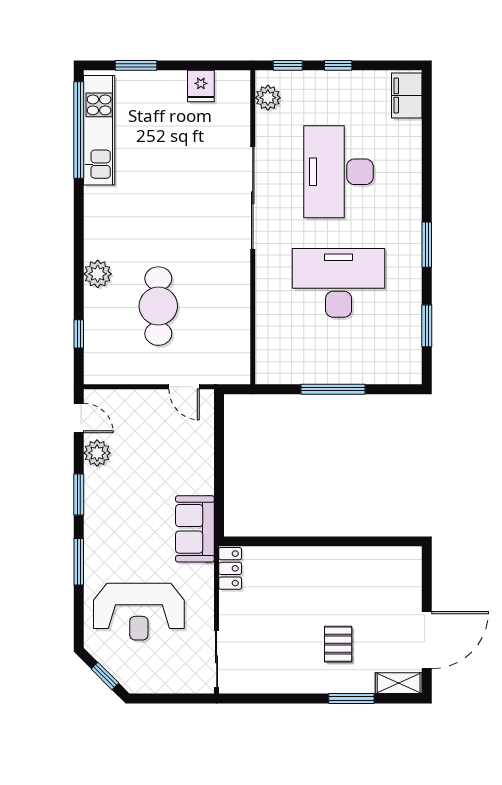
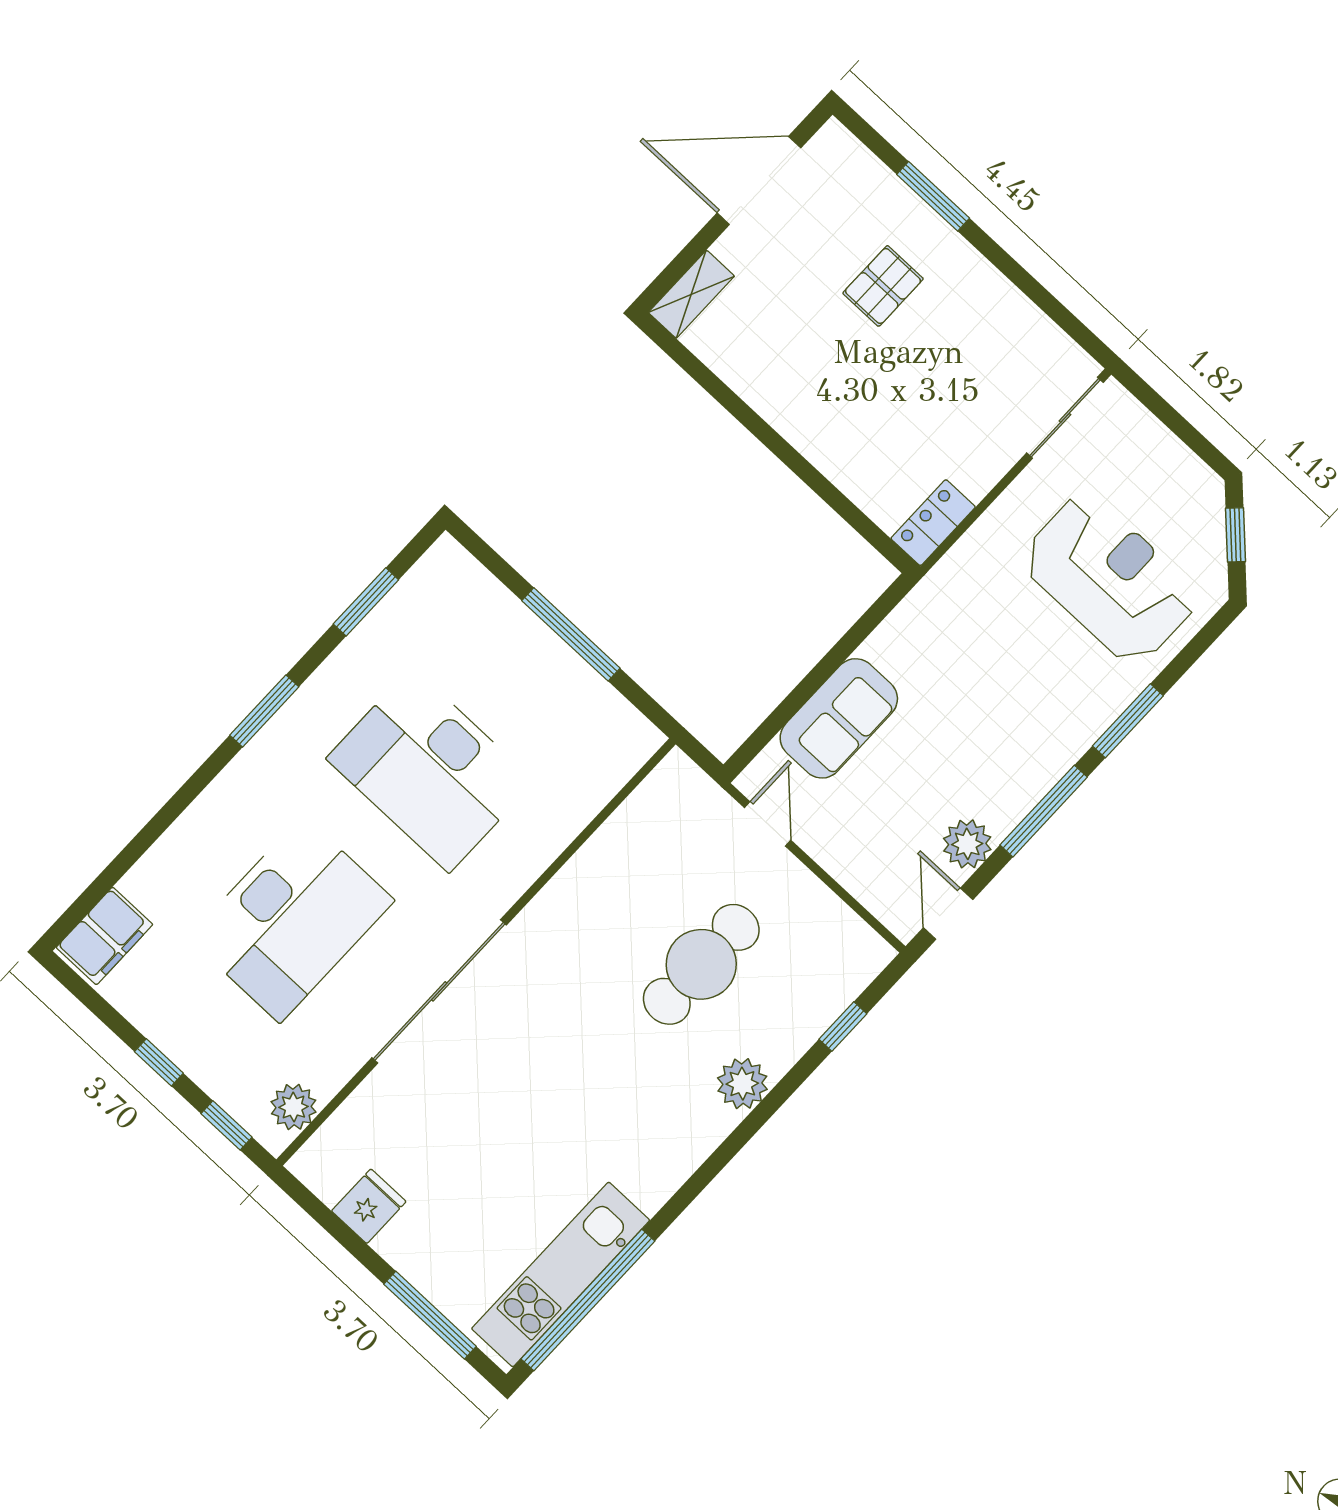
window: (136, 65) -> (430, 1315), width x1.44
window: (79, 495) -> (1044, 811), width x1.44
sofa: (195, 529) -> (839, 718), moved
shelving: (399, 683) -> (691, 294), moved, turned 90

